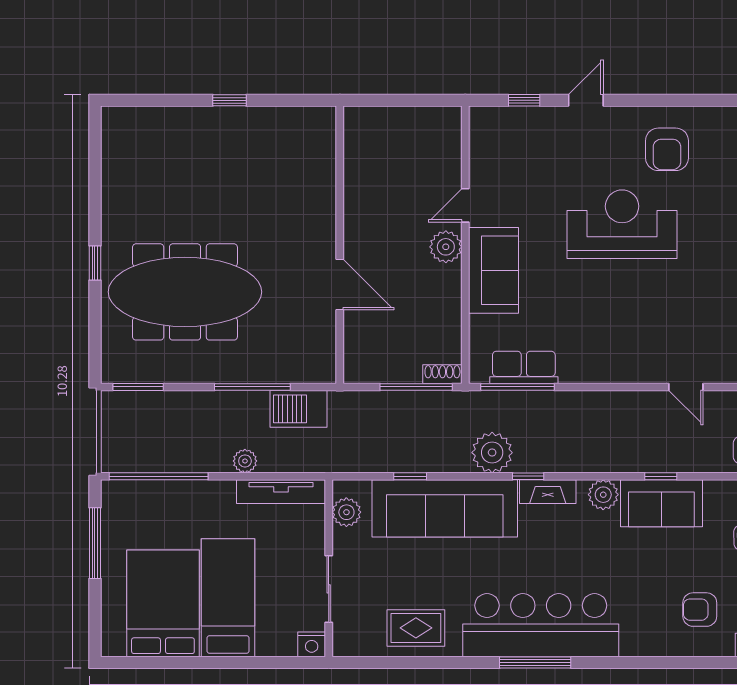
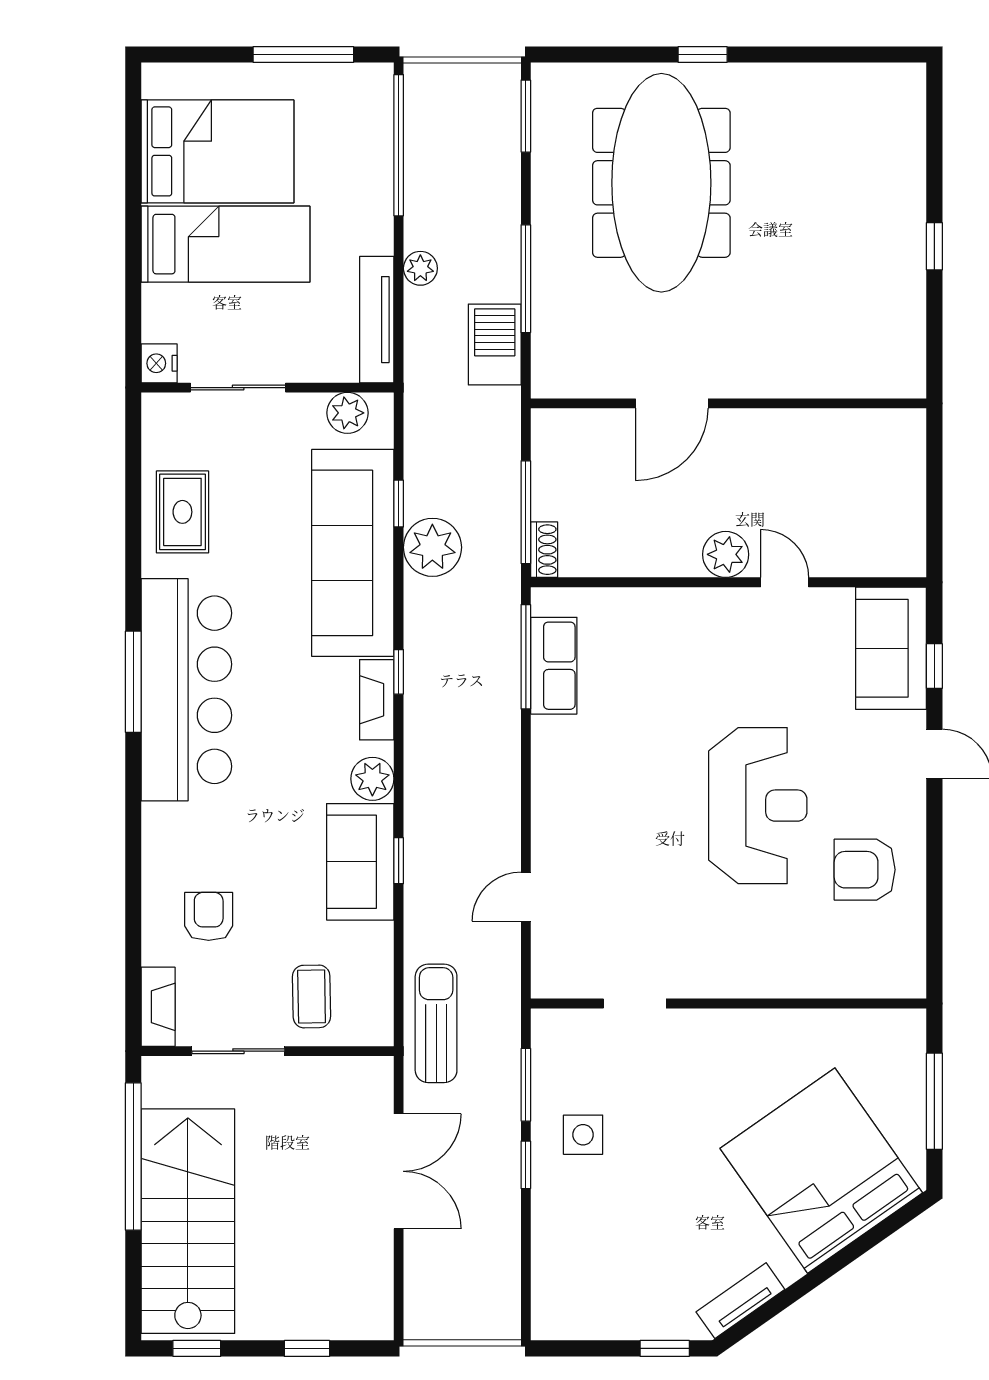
sofa: (493, 270) -> (891, 648), moved, turned 90
plant: (492, 453) -> (432, 547), moved

